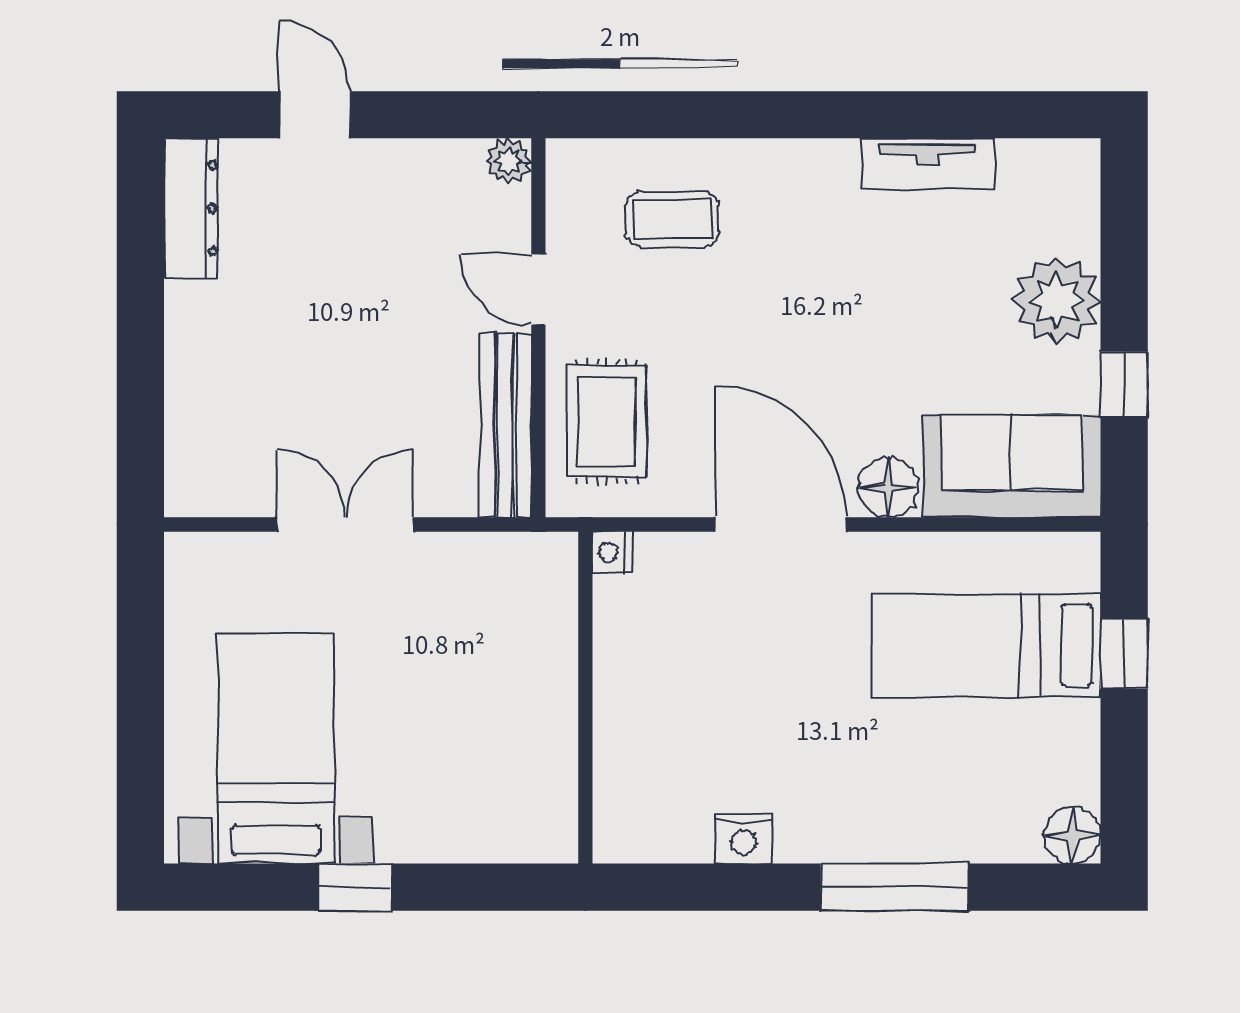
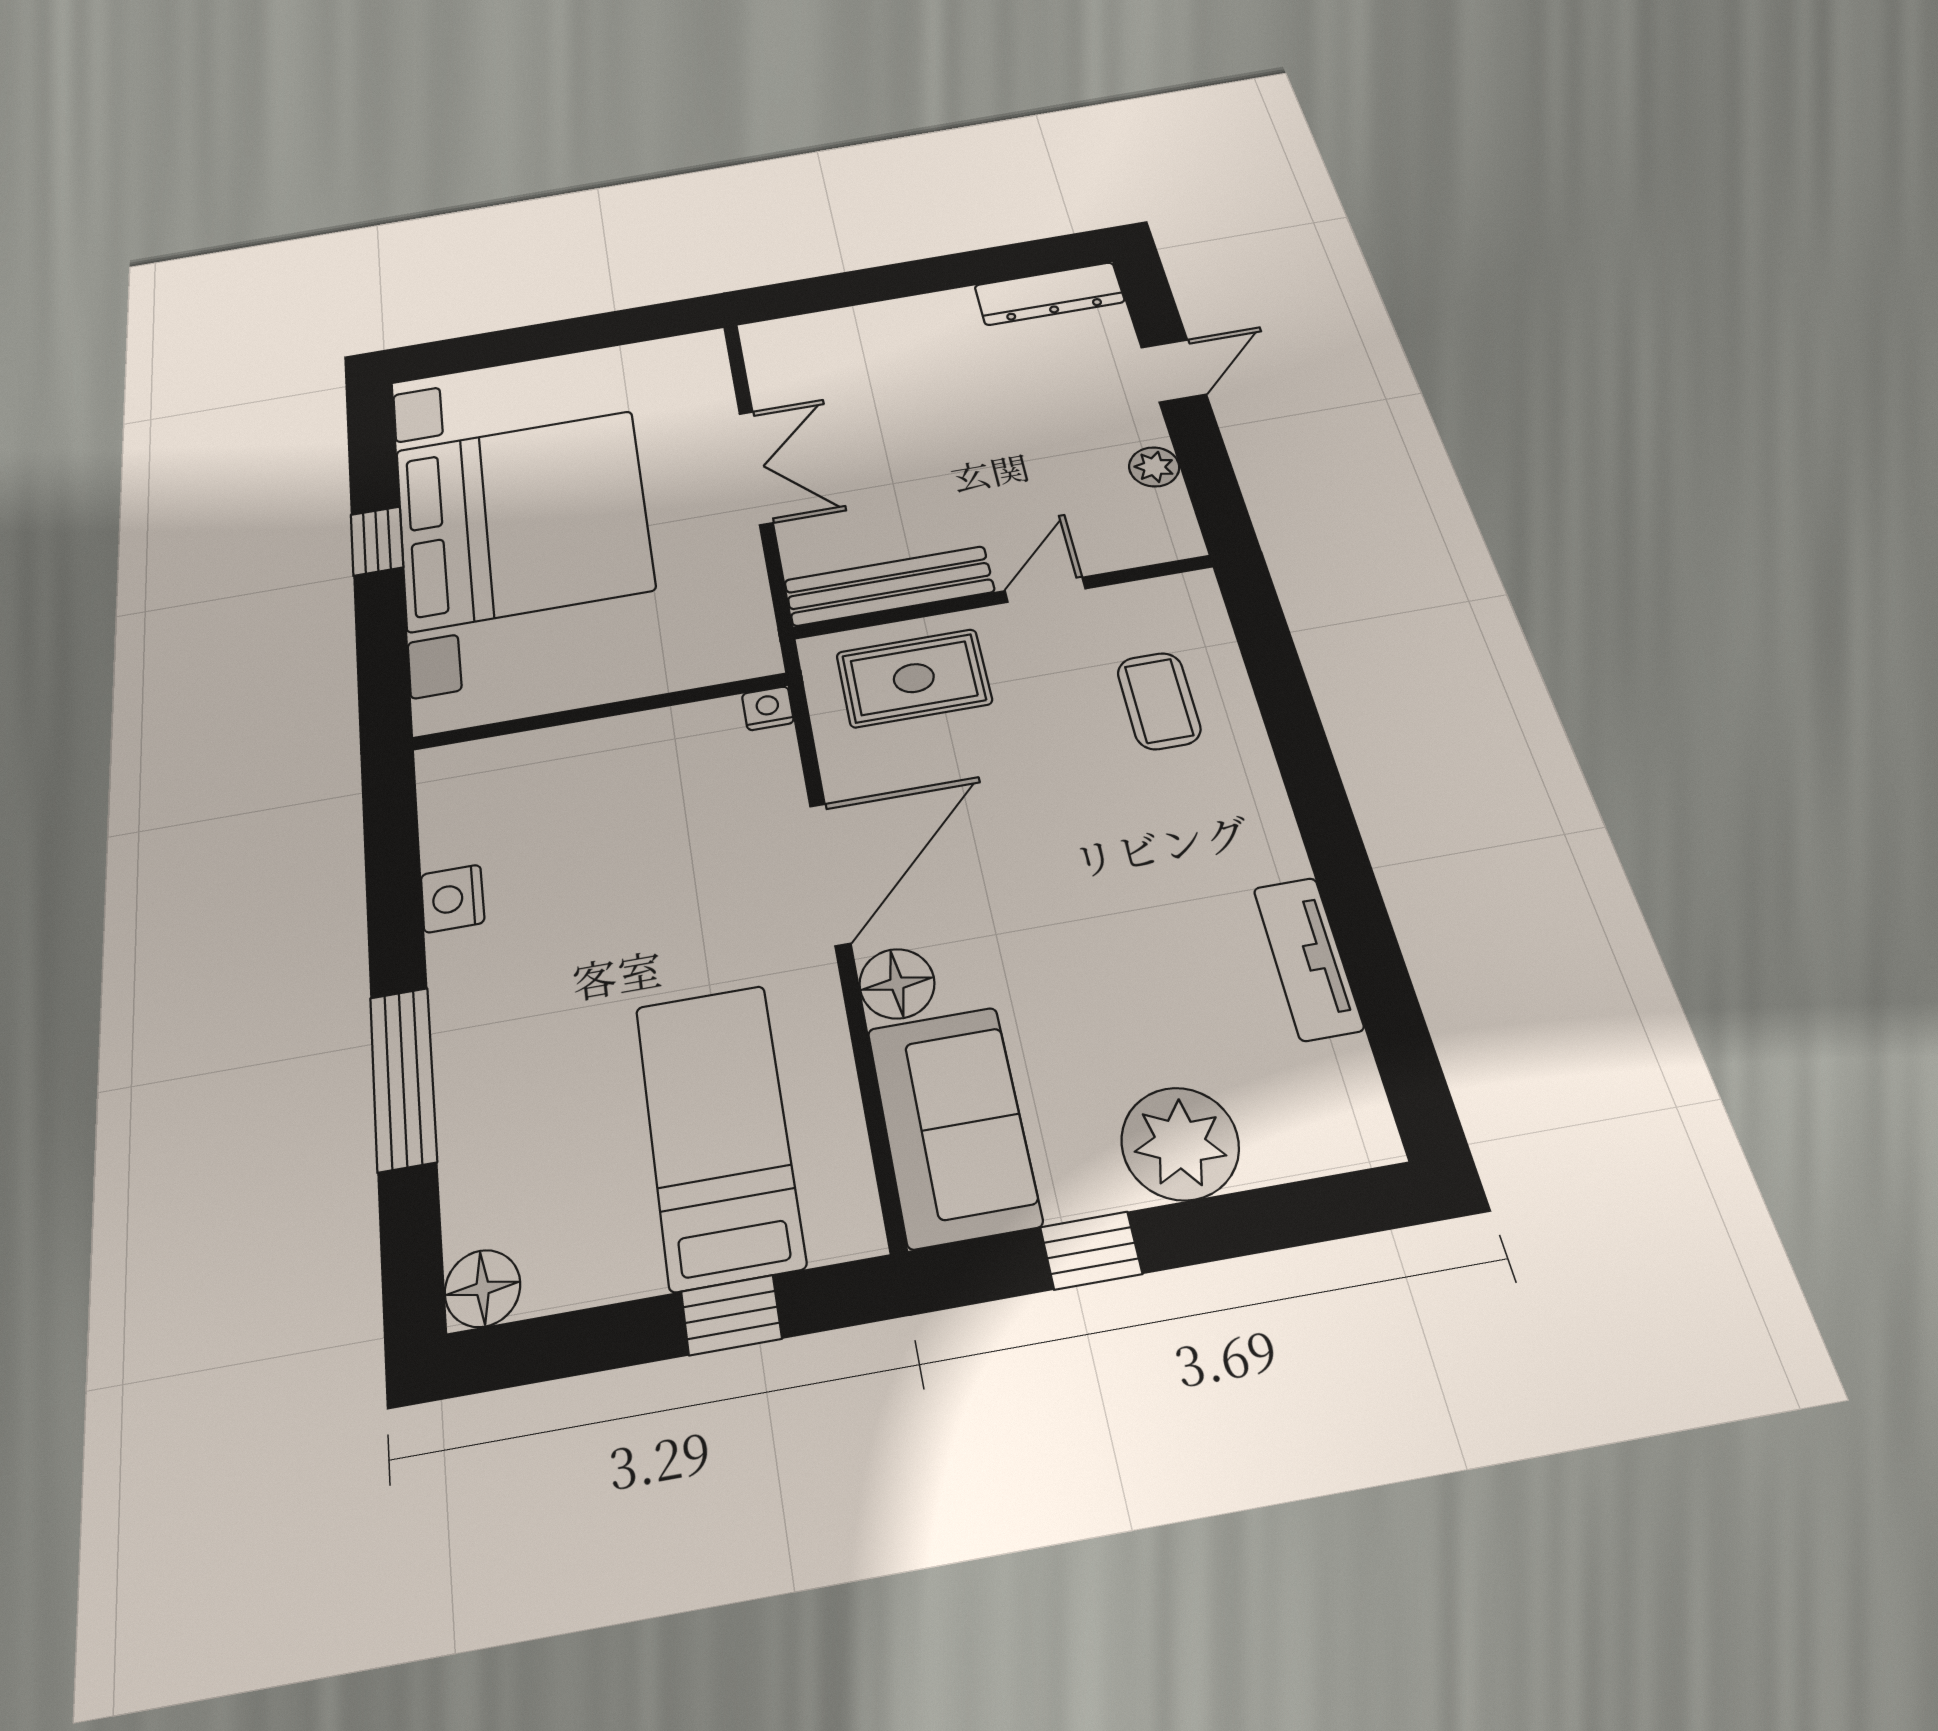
plant: (508, 161) -> (1154, 467), moved
bed with nightstands: (276, 749) -> (523, 519), width x1.85

